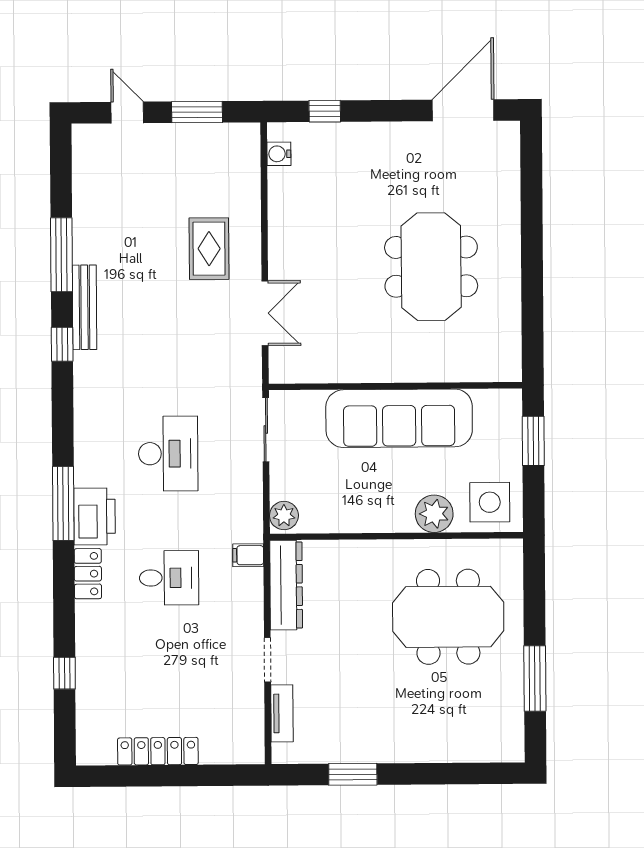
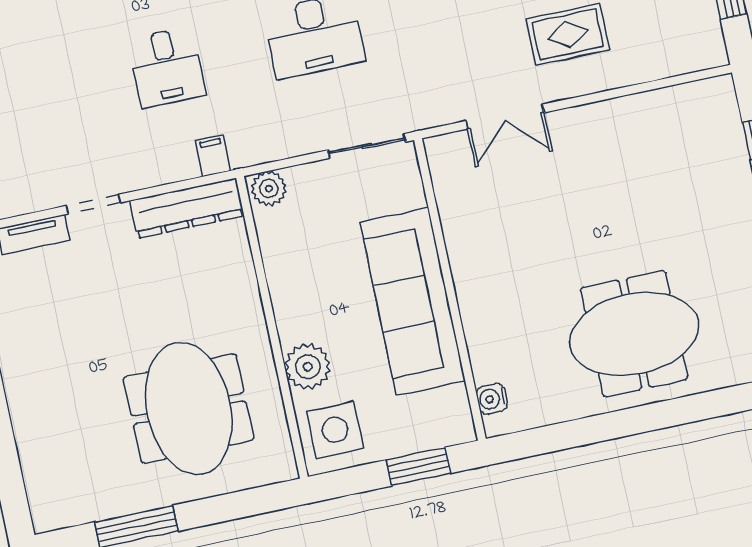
water cooler: (279, 154) -> (492, 399), moved, turned -90
meeting table: (431, 267) -> (634, 334), moved

